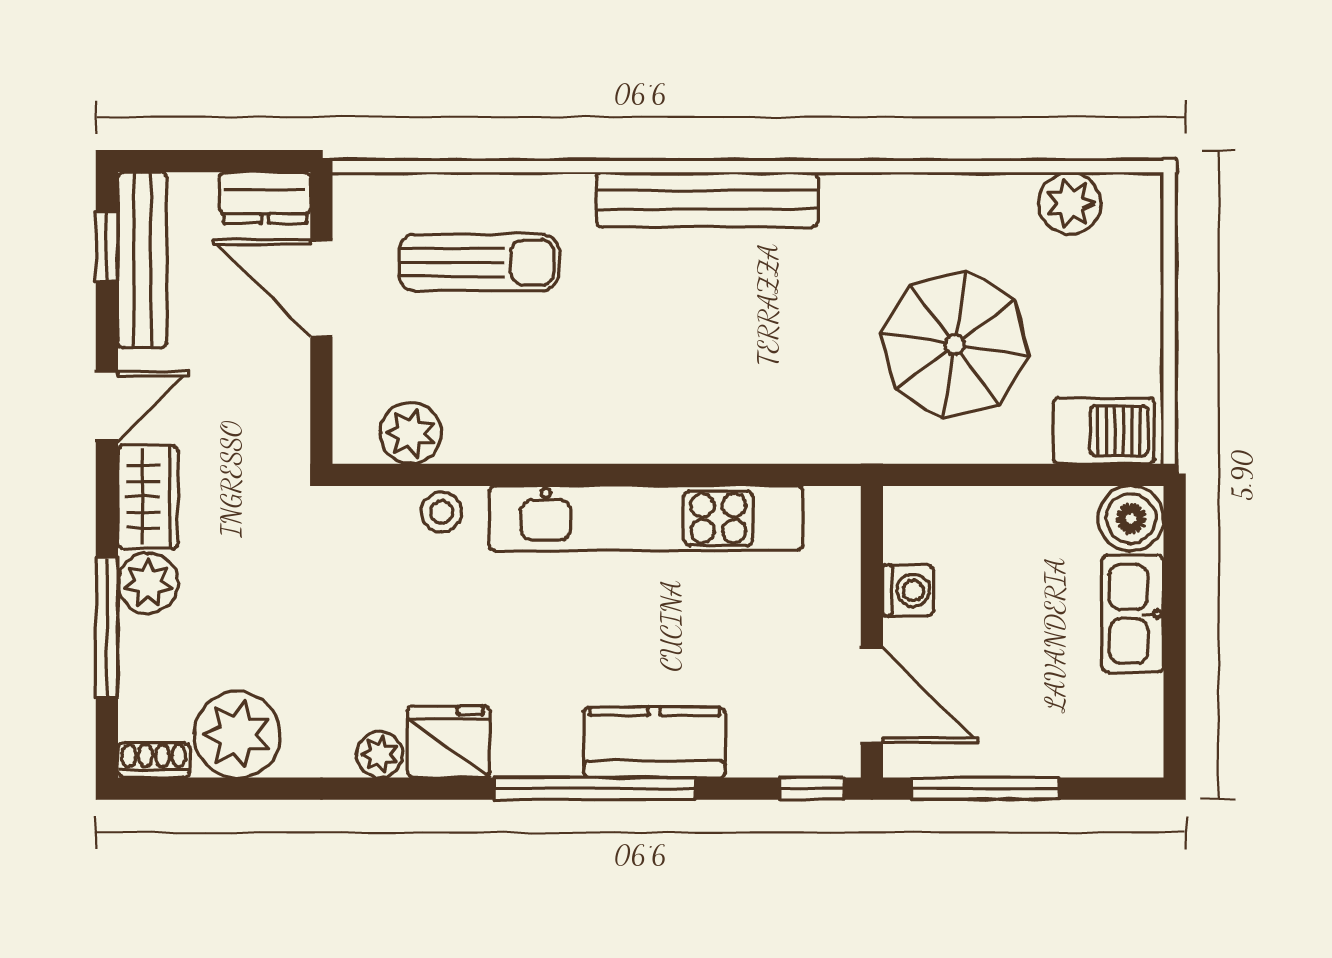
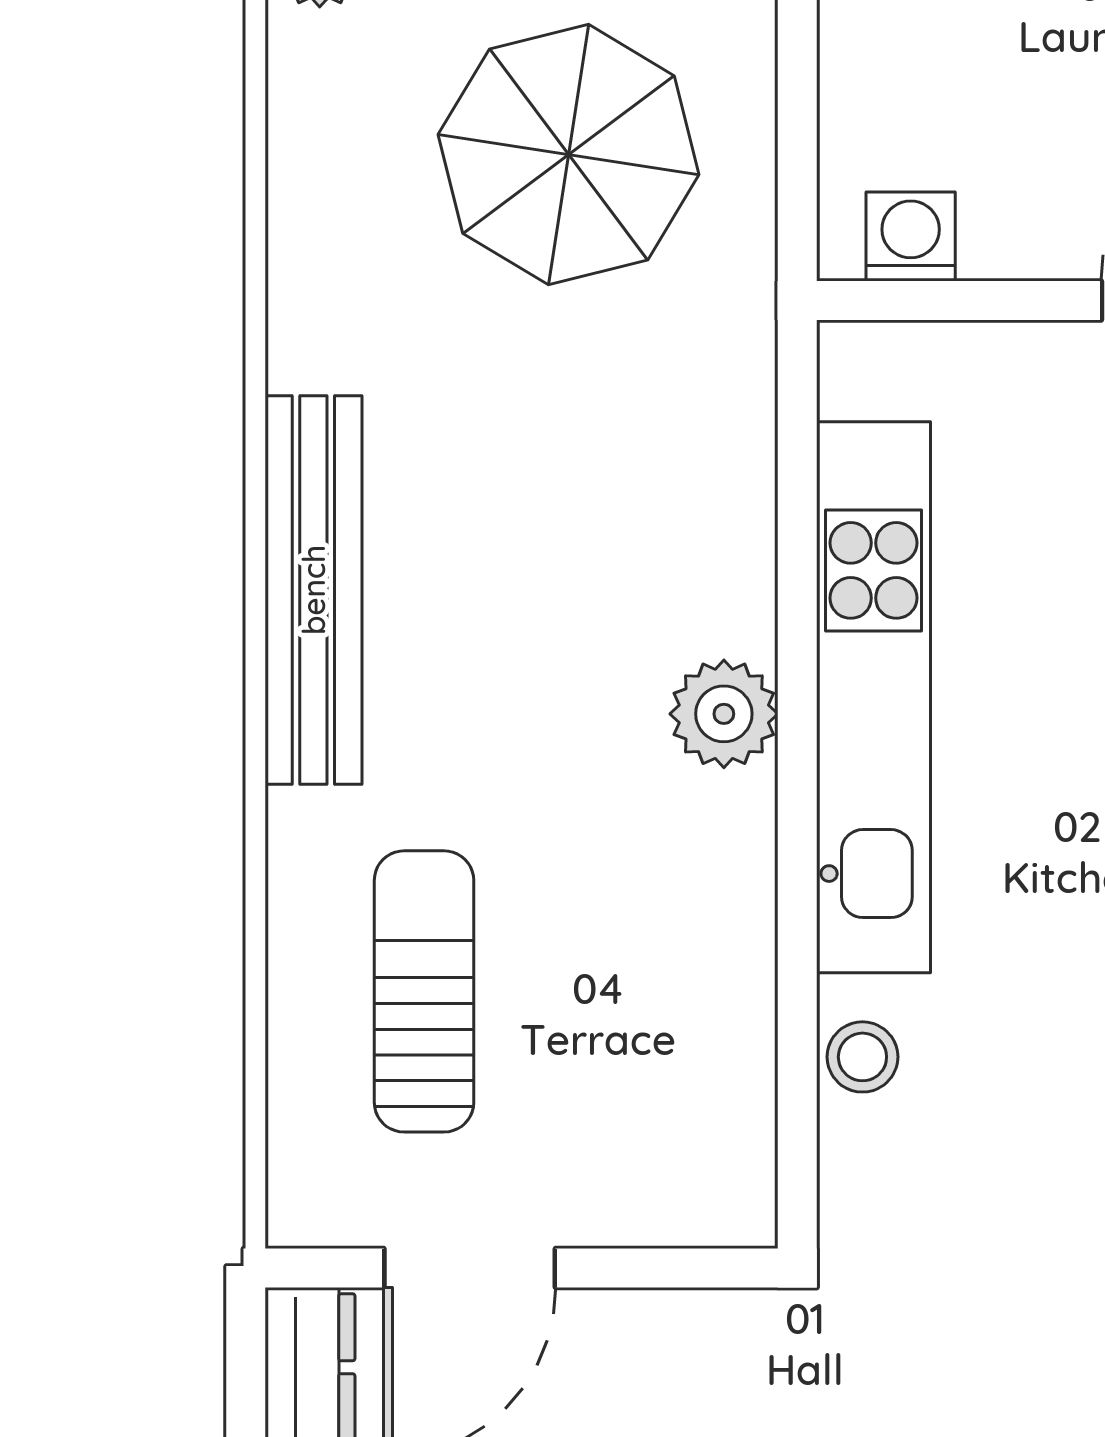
plant: (411, 433) -> (724, 714), moved
washing machine: (908, 590) -> (911, 237), moved

